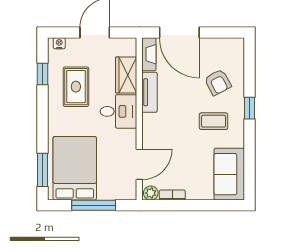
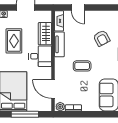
door: (179, 33) -> (78, 7), width x0.53
coffee table: (214, 121) -> (82, 66), moved
door: (139, 164) -> (53, 89), swing flipped

